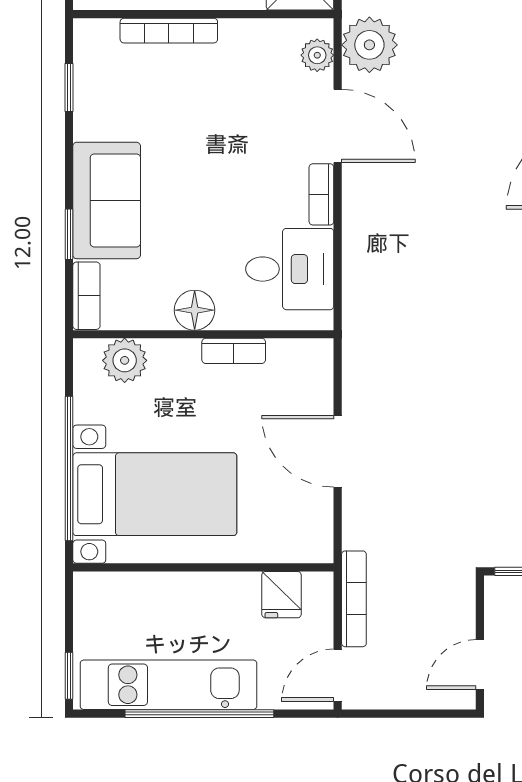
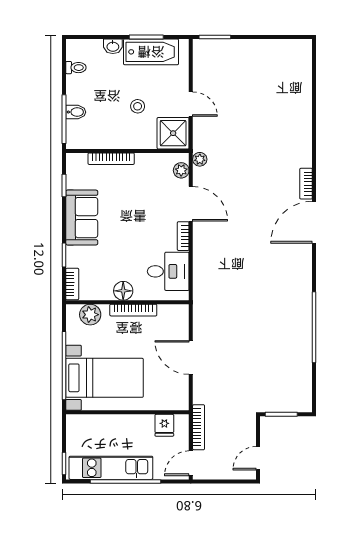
plant: (369, 45) -> (200, 159), width x0.53, depth x0.53
sofa: (107, 200) -> (82, 218), moved
bookcase: (234, 351) -> (133, 310), width x1.56

